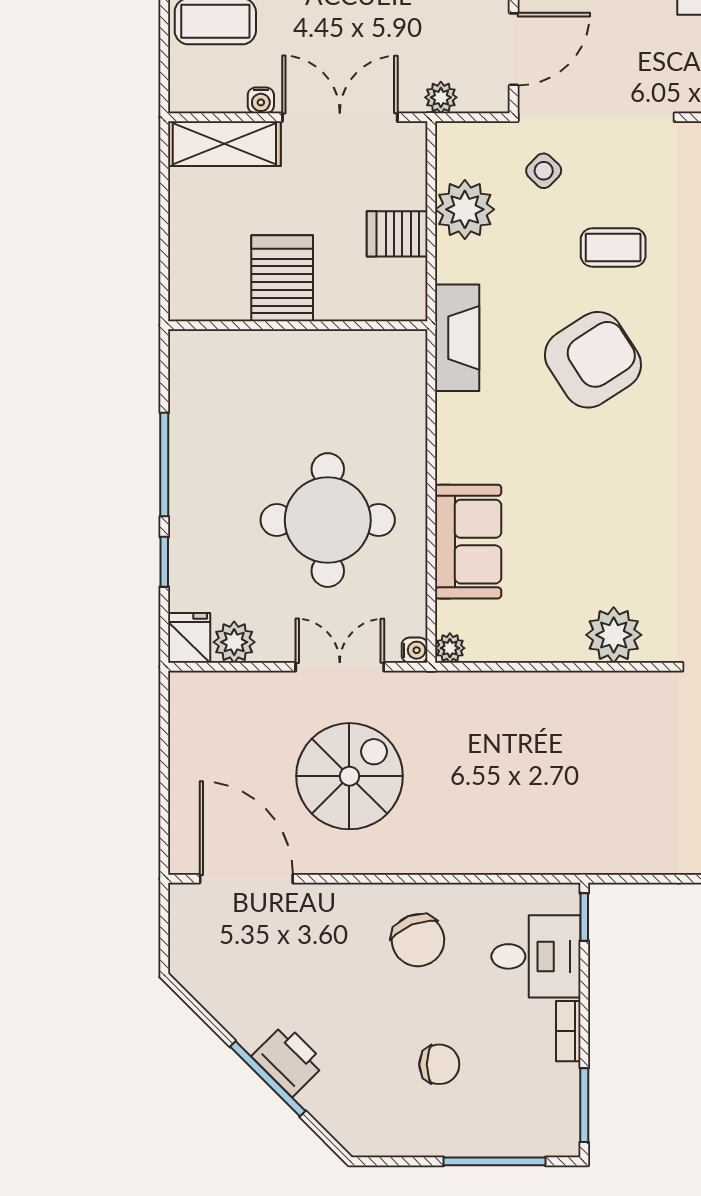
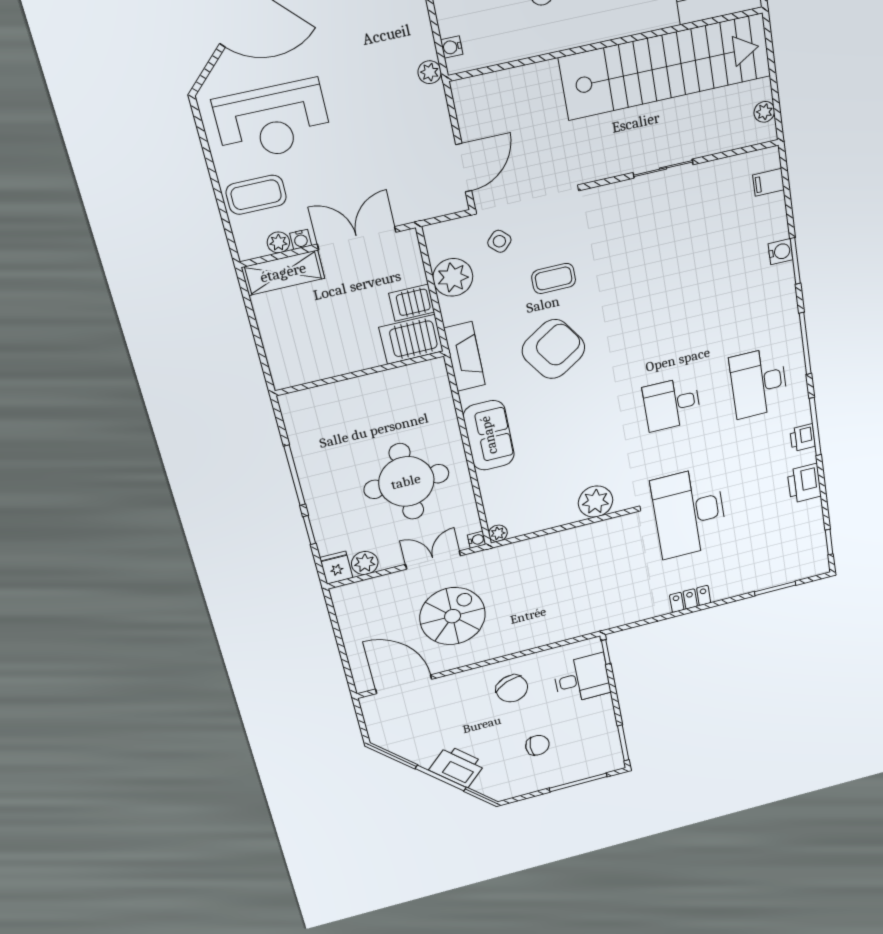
plant: (441, 97) -> (278, 242), moved
server rack: (282, 278) -> (411, 339), moved, turned -90
sofa: (468, 542) -> (489, 435), moved
bookcase: (568, 1031) -> (607, 710), removed
printer: (289, 1060) -> (457, 766), width x1.37, depth x1.19

